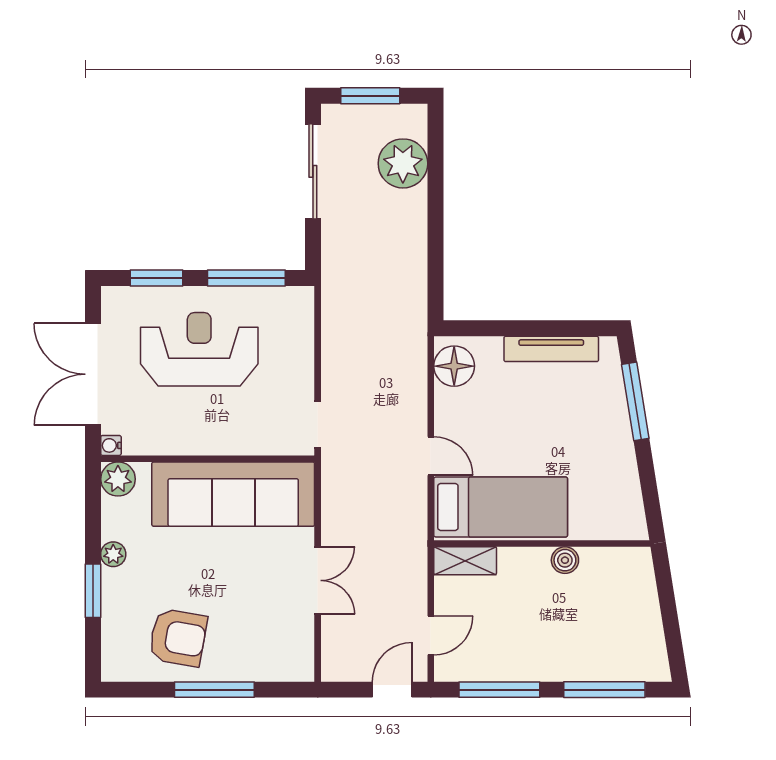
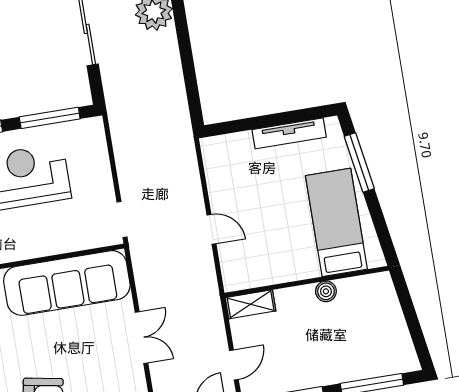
floor lamp: (454, 366) -> (218, 158), removed
bed: (501, 507) -> (336, 222), moved, turned -90

